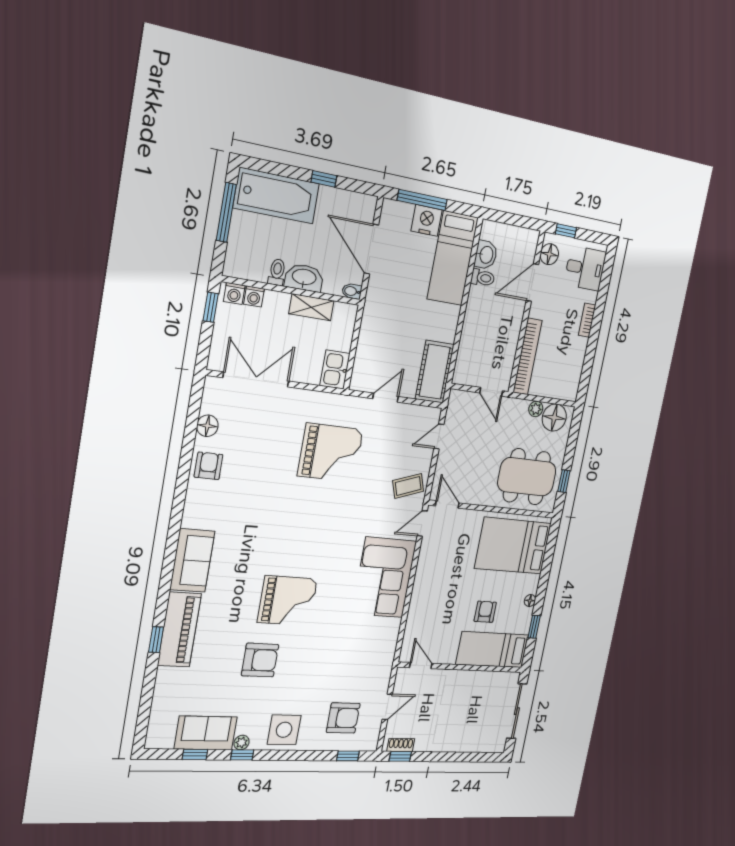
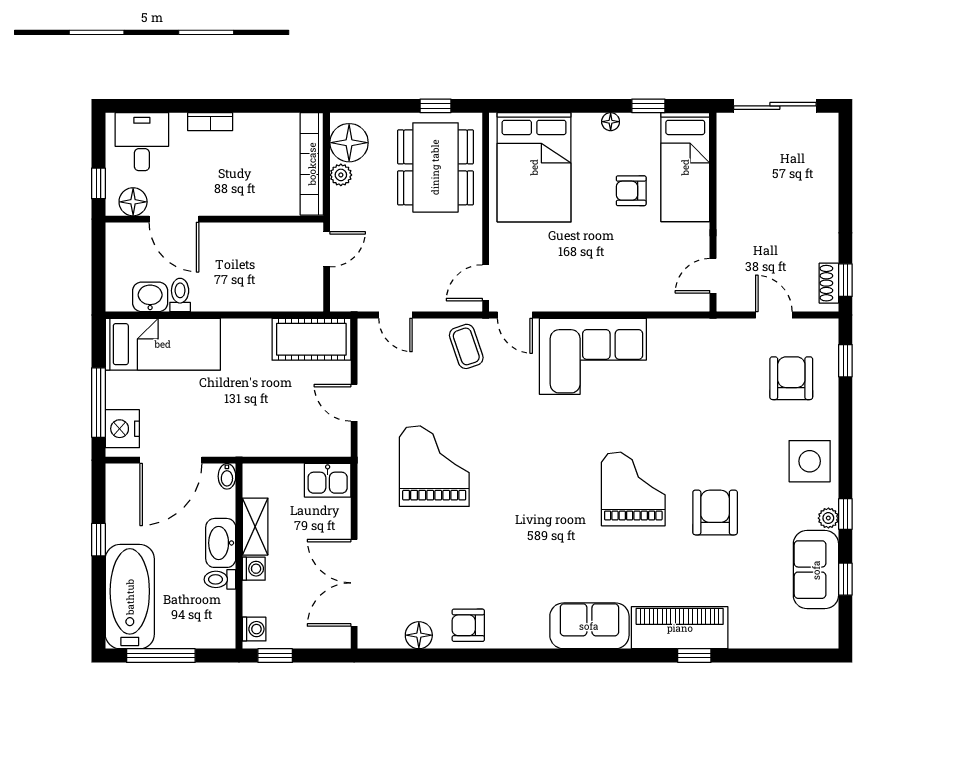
nightstand: (427, 220) -> (122, 429), moved
washing machine: (254, 296) -> (254, 569), moved
bookcase: (527, 356) -> (312, 164), moved, turned -90

